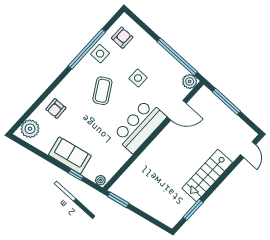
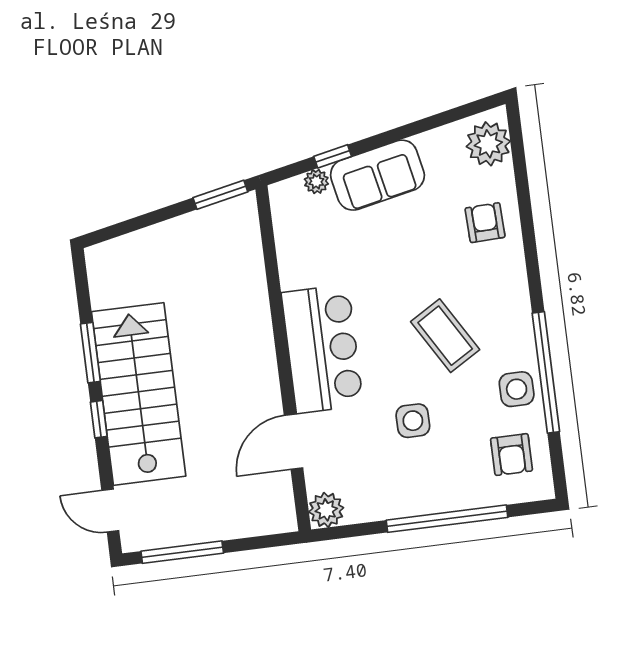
window: (177, 57) -> (447, 519), moved
window: (226, 101) -> (182, 552), moved
stairs: (207, 176) -> (139, 394), width x1.36, depth x1.51
window: (222, 178) -> (99, 419), added
plant: (100, 180) -> (316, 182), moved
window: (193, 210) -> (90, 353), moved

